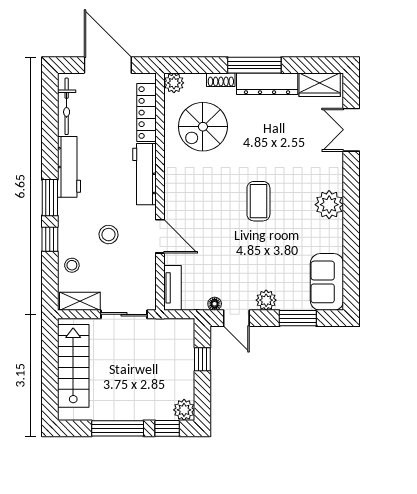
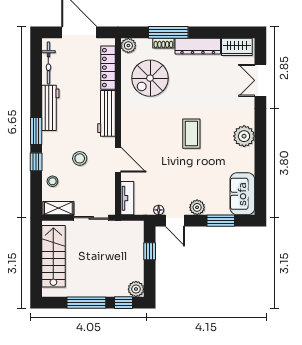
window: (254, 65) -> (168, 32), moved

